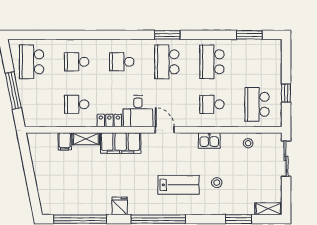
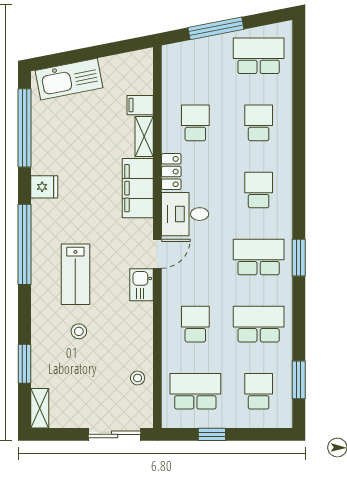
school desk: (257, 62) -> (259, 391), added
kitchen sink: (209, 140) -> (141, 285), moved
kitchen sink: (47, 189) -> (69, 79), added

